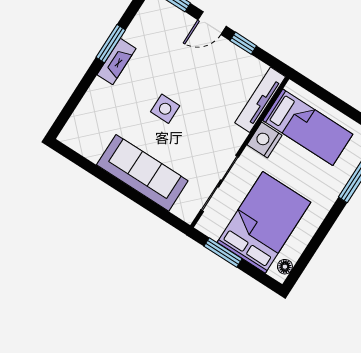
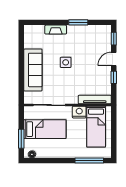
door: (212, 23) -> (114, 59), hinge flipped
fireplace: (117, 62) -> (56, 30), moved
bed: (264, 222) -> (45, 129), width x0.67
window: (223, 252) -> (21, 139), moved

